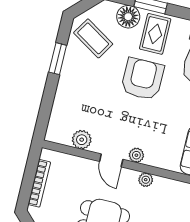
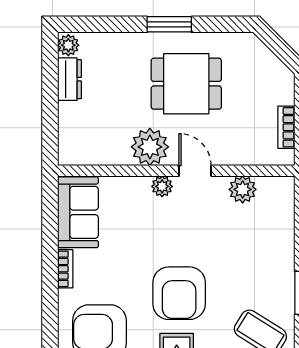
plant: (146, 180) -> (150, 147), width x1.88, depth x1.88
bookcase: (39, 183) -> (286, 127), width x0.64

